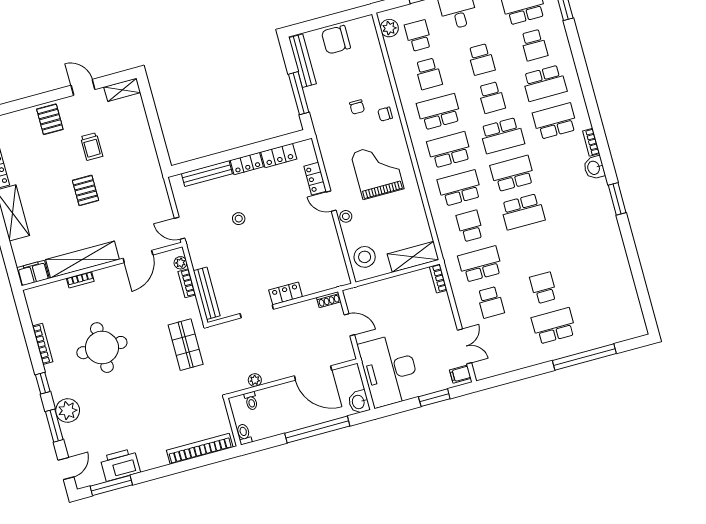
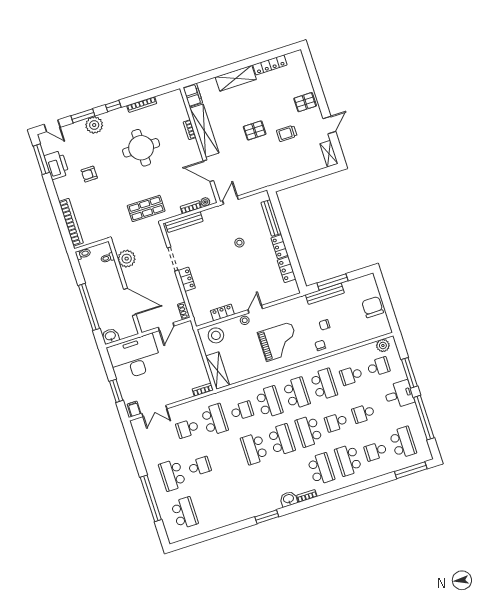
bench: (303, 61) -> (325, 294), moved
locker: (315, 179) -> (222, 312), moved
school desk: (607, 312) -> (184, 513), added
school desk: (554, 326) -> (172, 475), turned 180
door: (313, 373) -> (130, 302), swing flipped
plant: (255, 380) -> (127, 259), width x1.88, depth x1.88
armchair: (135, 421) -> (89, 174), added

